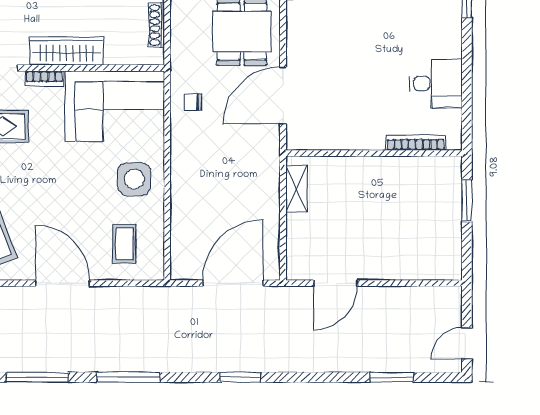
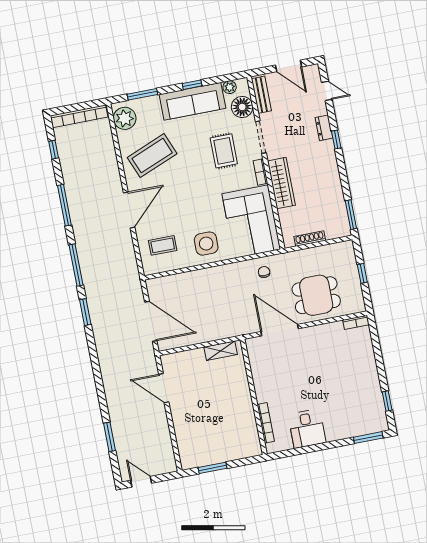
window: (467, 201) -> (212, 468), moved
window: (240, 377) -> (85, 312), moved

